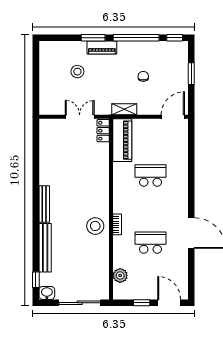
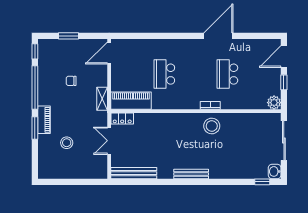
door: (173, 117) -> (109, 53), hinge flipped
bench: (45, 248) -> (134, 173), moved
plant: (120, 275) -> (274, 103), moved

